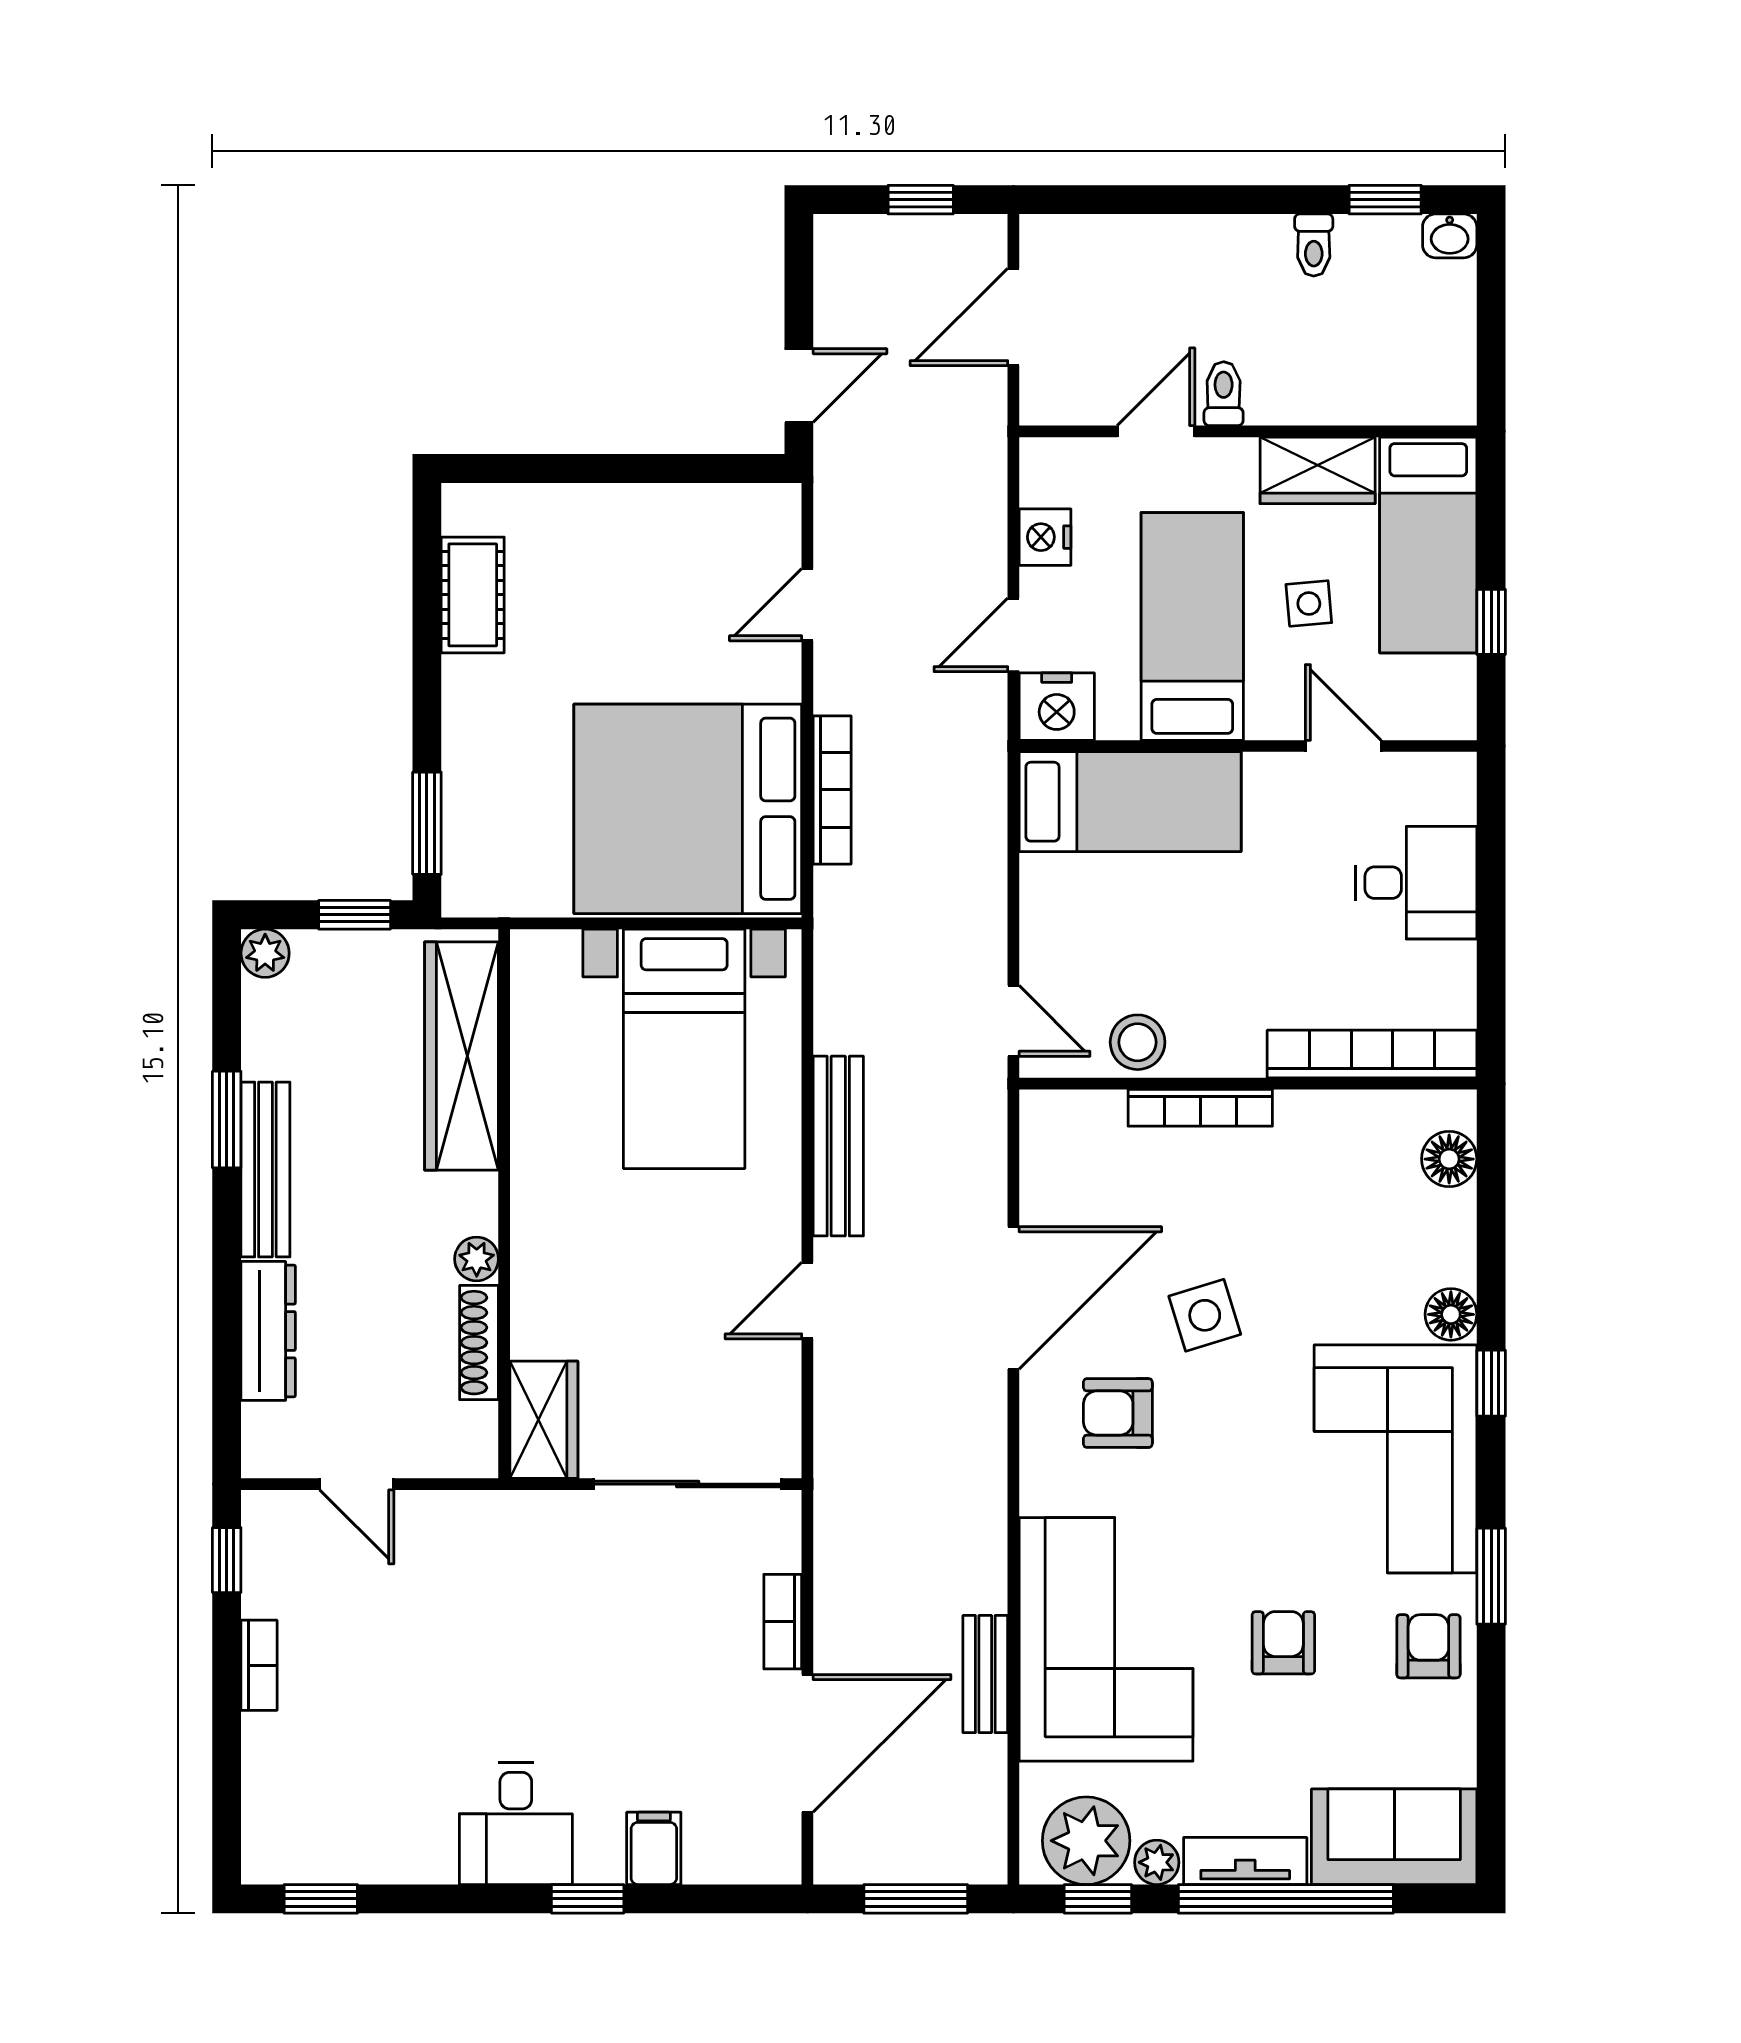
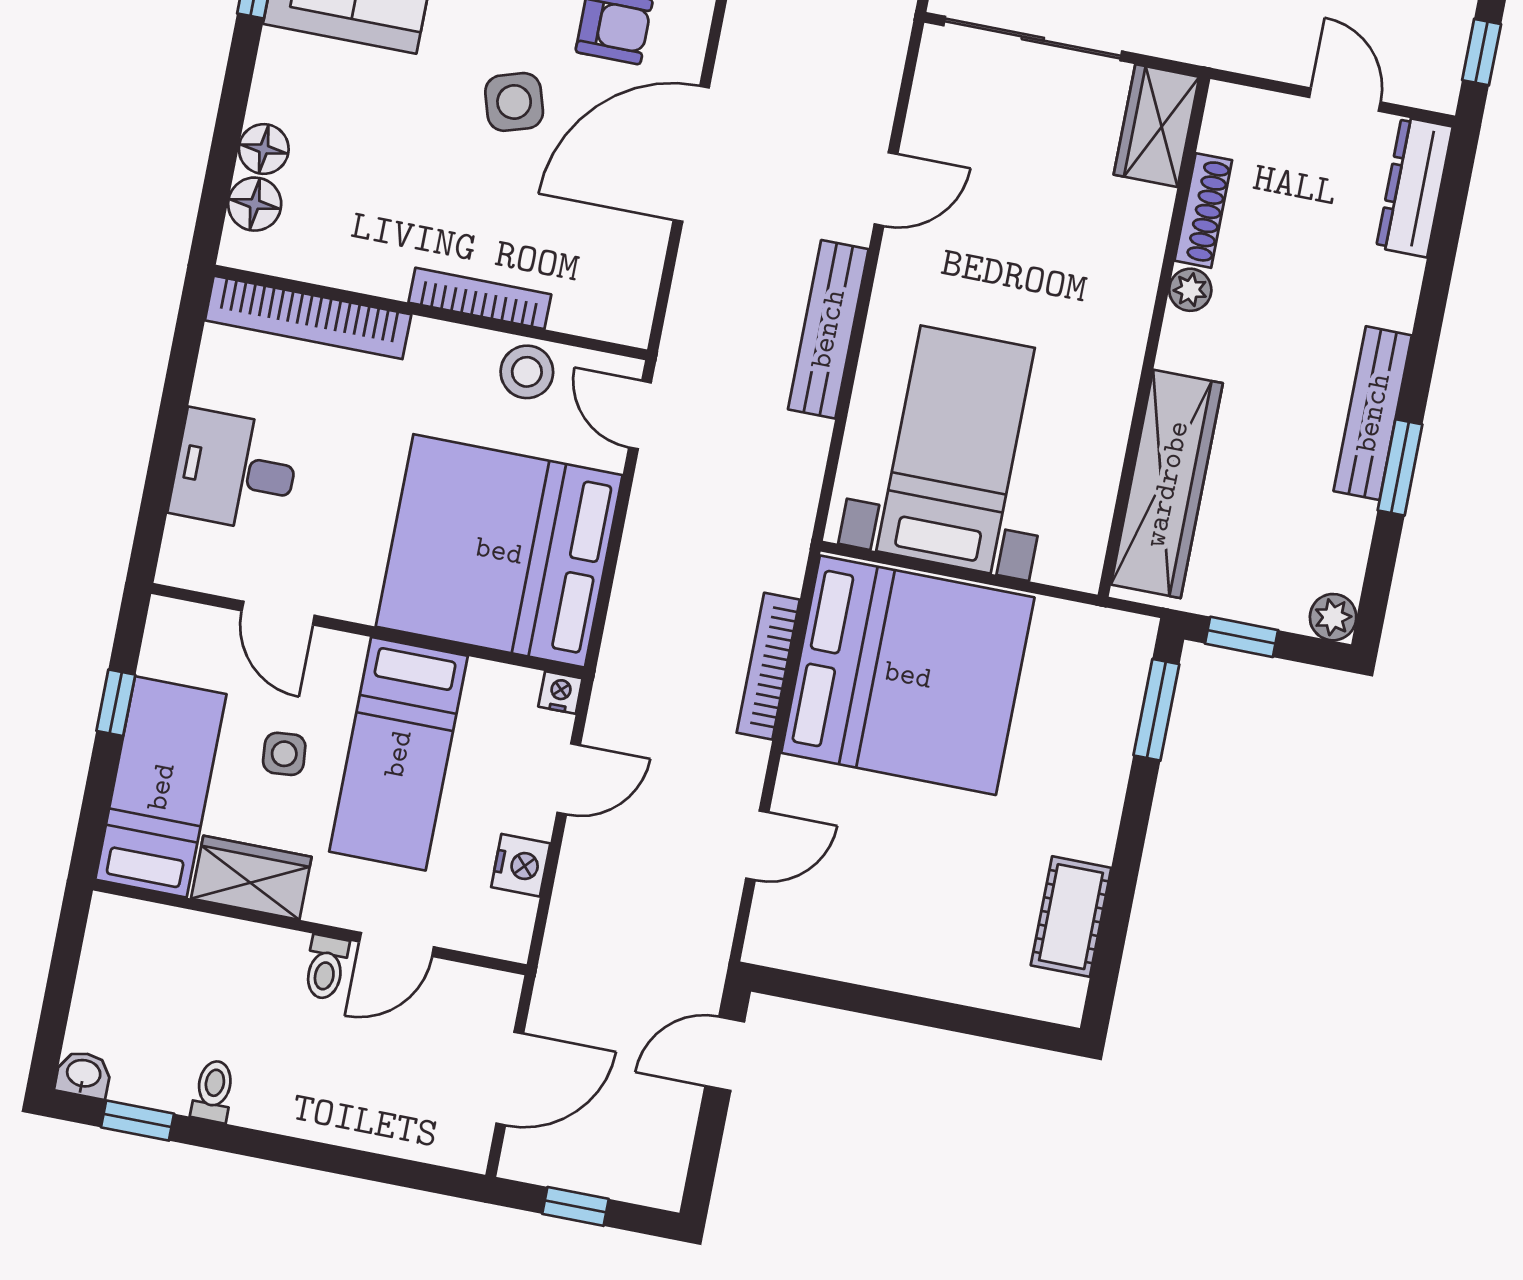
nightstand: (1057, 707) -> (560, 693), width x0.53, depth x0.56
bed: (1130, 802) -> (499, 551), width x2.04
floor lamp: (1451, 1314) -> (264, 149), moved
dresser: (268, 1331) -> (1414, 187), moved

